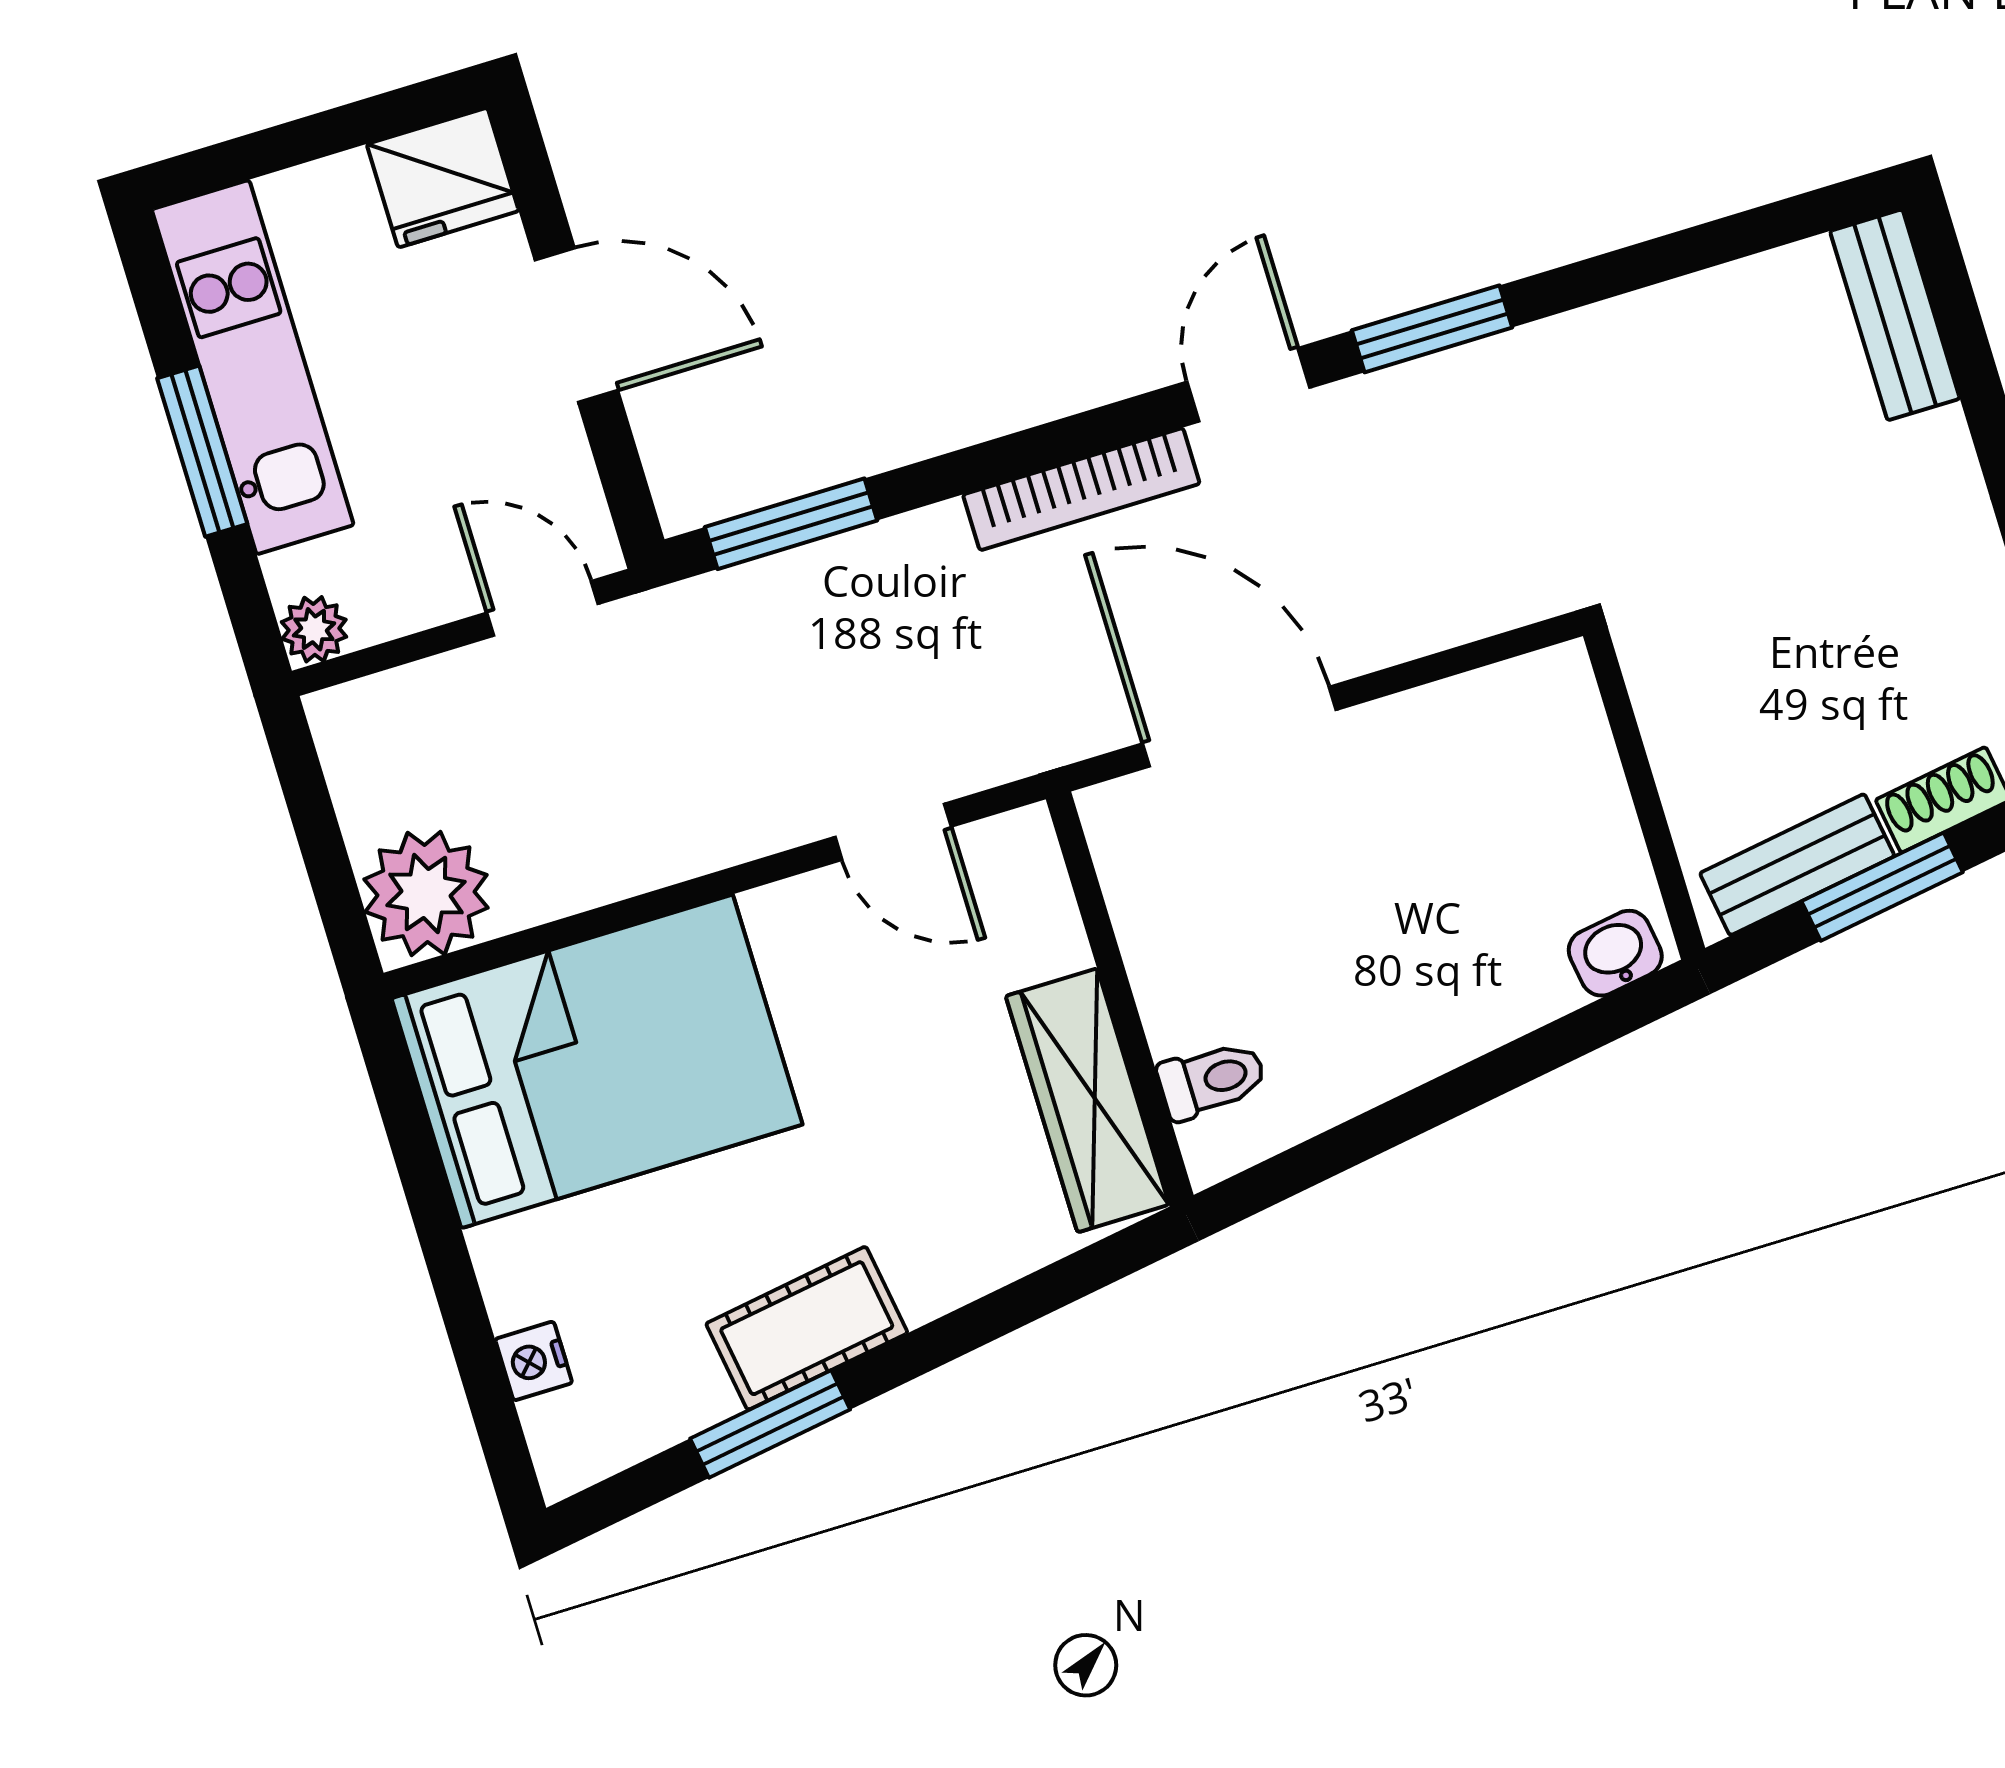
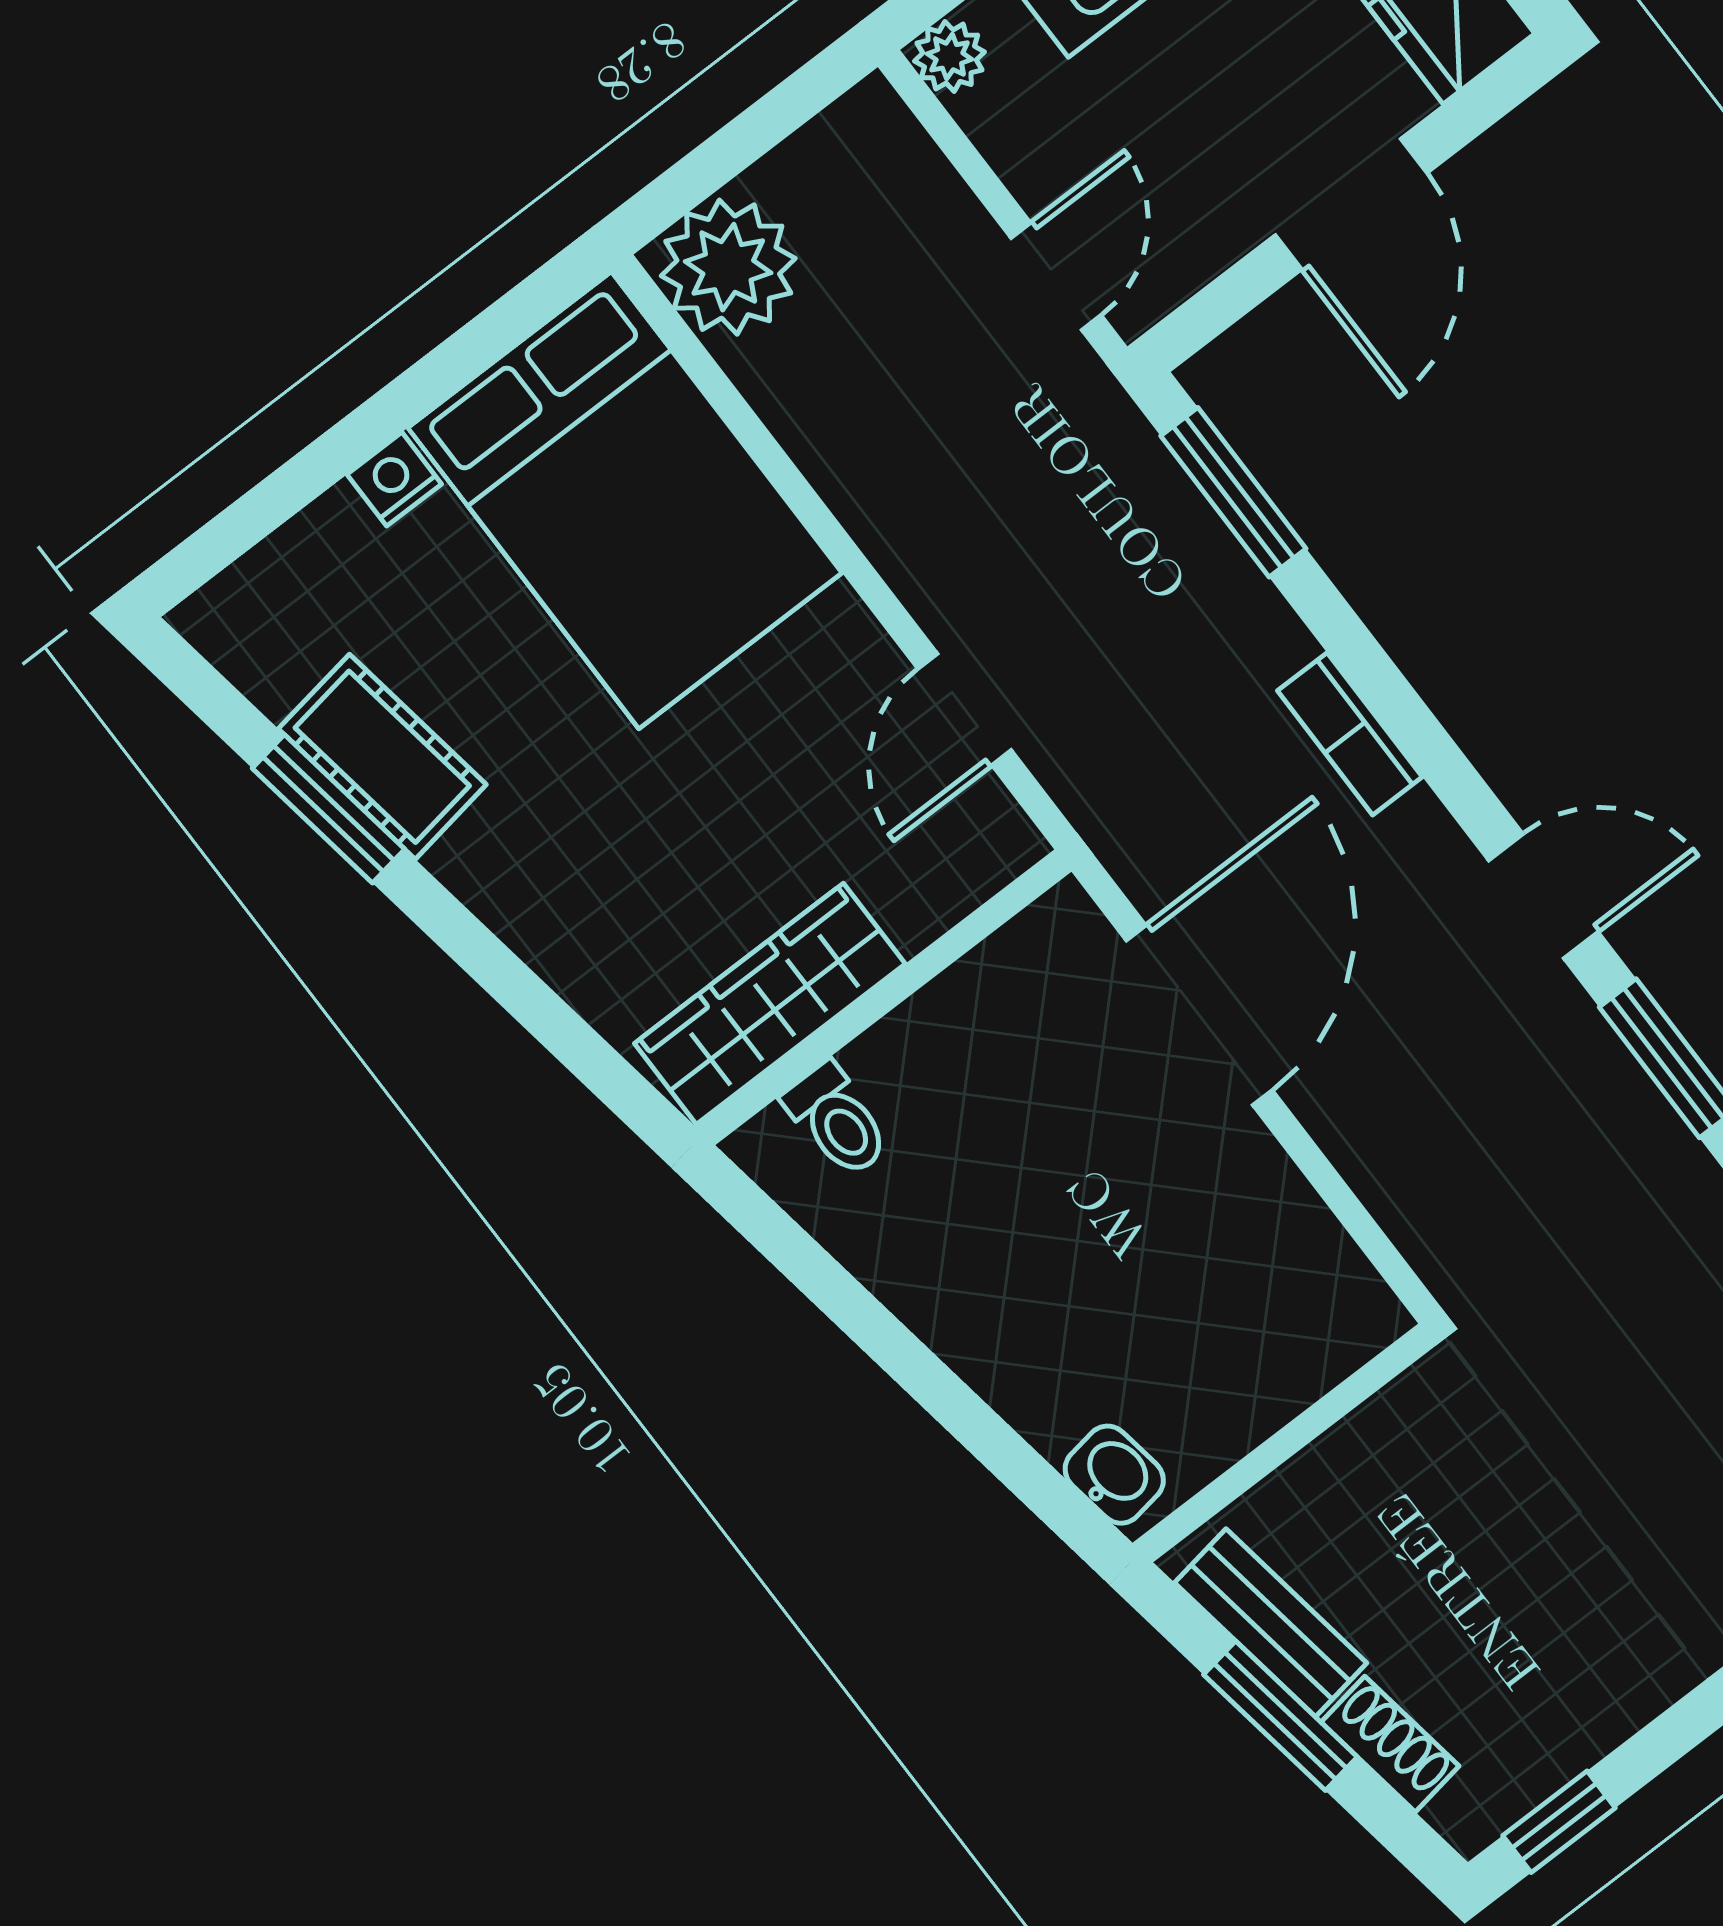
bookcase: (1081, 489) -> (1350, 734), width x0.64
cot: (807, 1328) -> (382, 757), moved
nightstand: (534, 1361) -> (394, 479), moved

